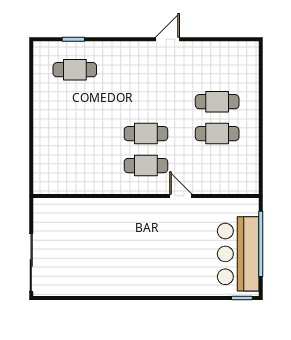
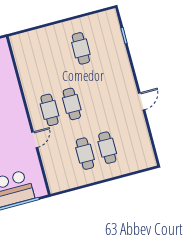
door: (167, 39) -> (142, 101), hinge flipped
cafe table: (75, 70) -> (81, 48), moved

